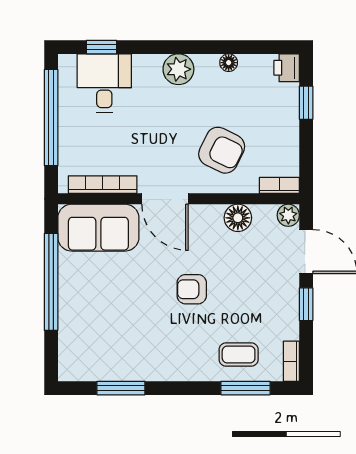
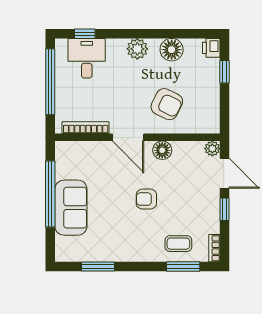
floor lamp: (229, 63) -> (172, 50), width x1.89, depth x1.89
bookcase: (279, 185) -> (206, 128), removed
floor lamp: (238, 218) -> (162, 150), moved
sofa: (98, 228) -> (71, 208), moved, turned -90

